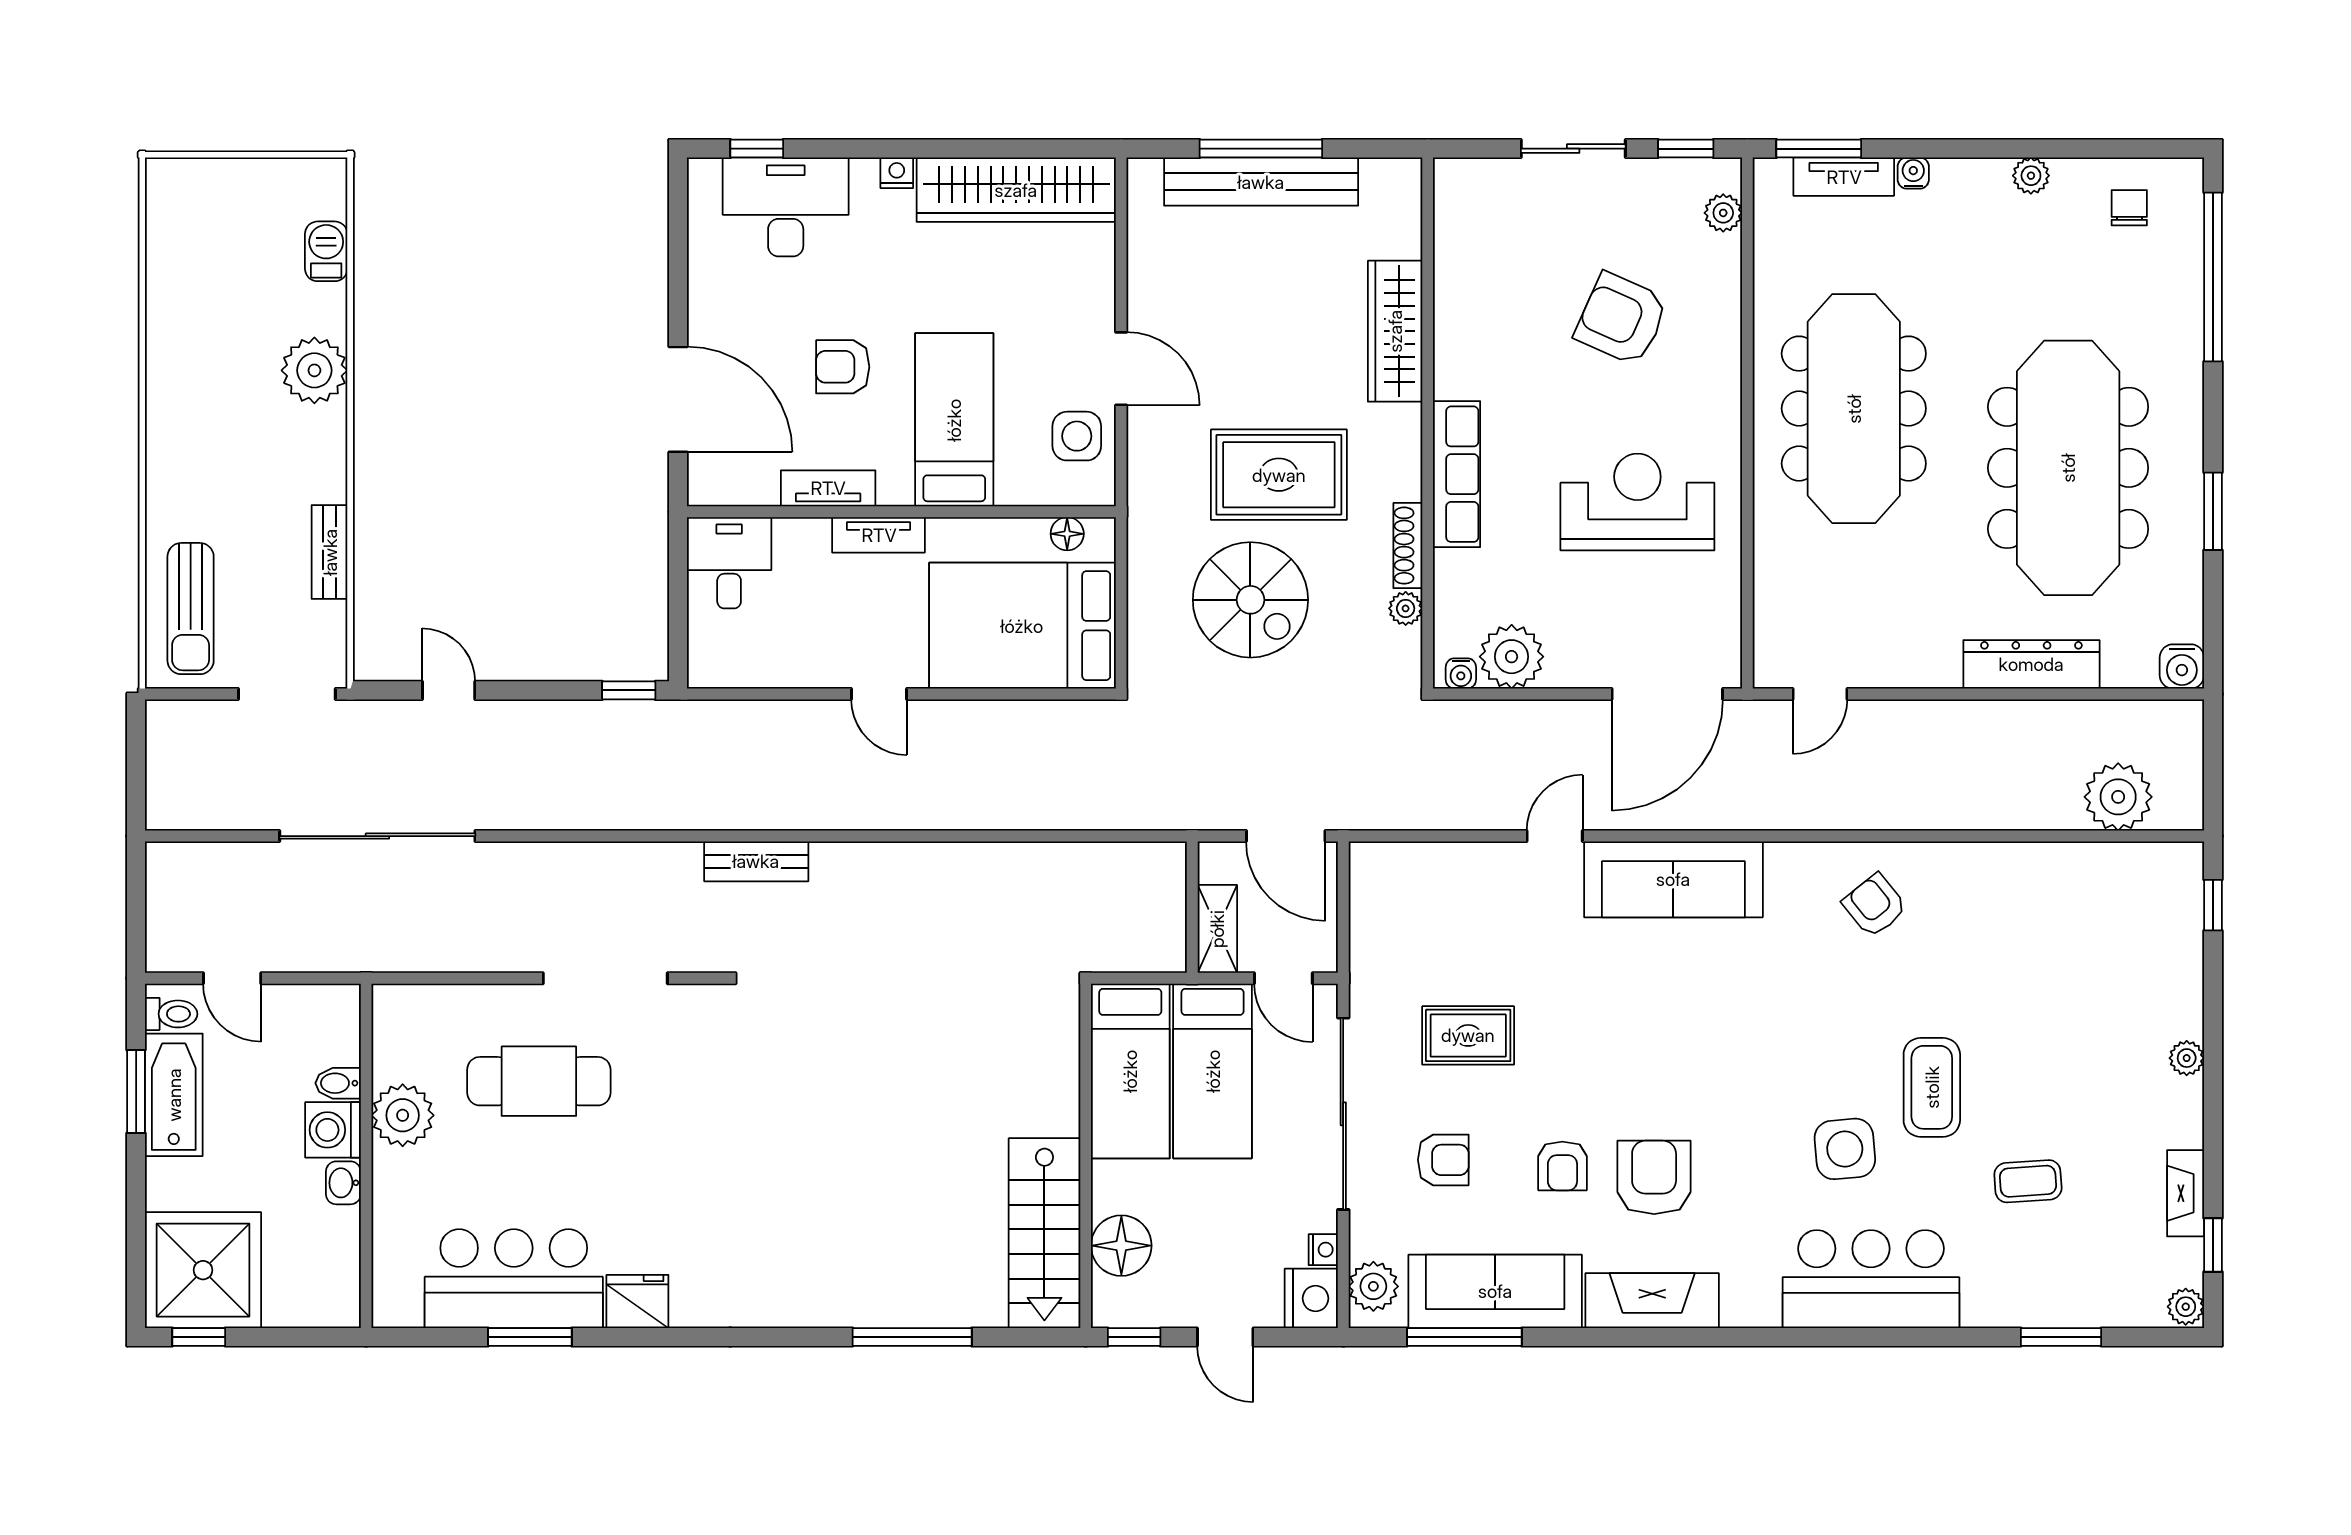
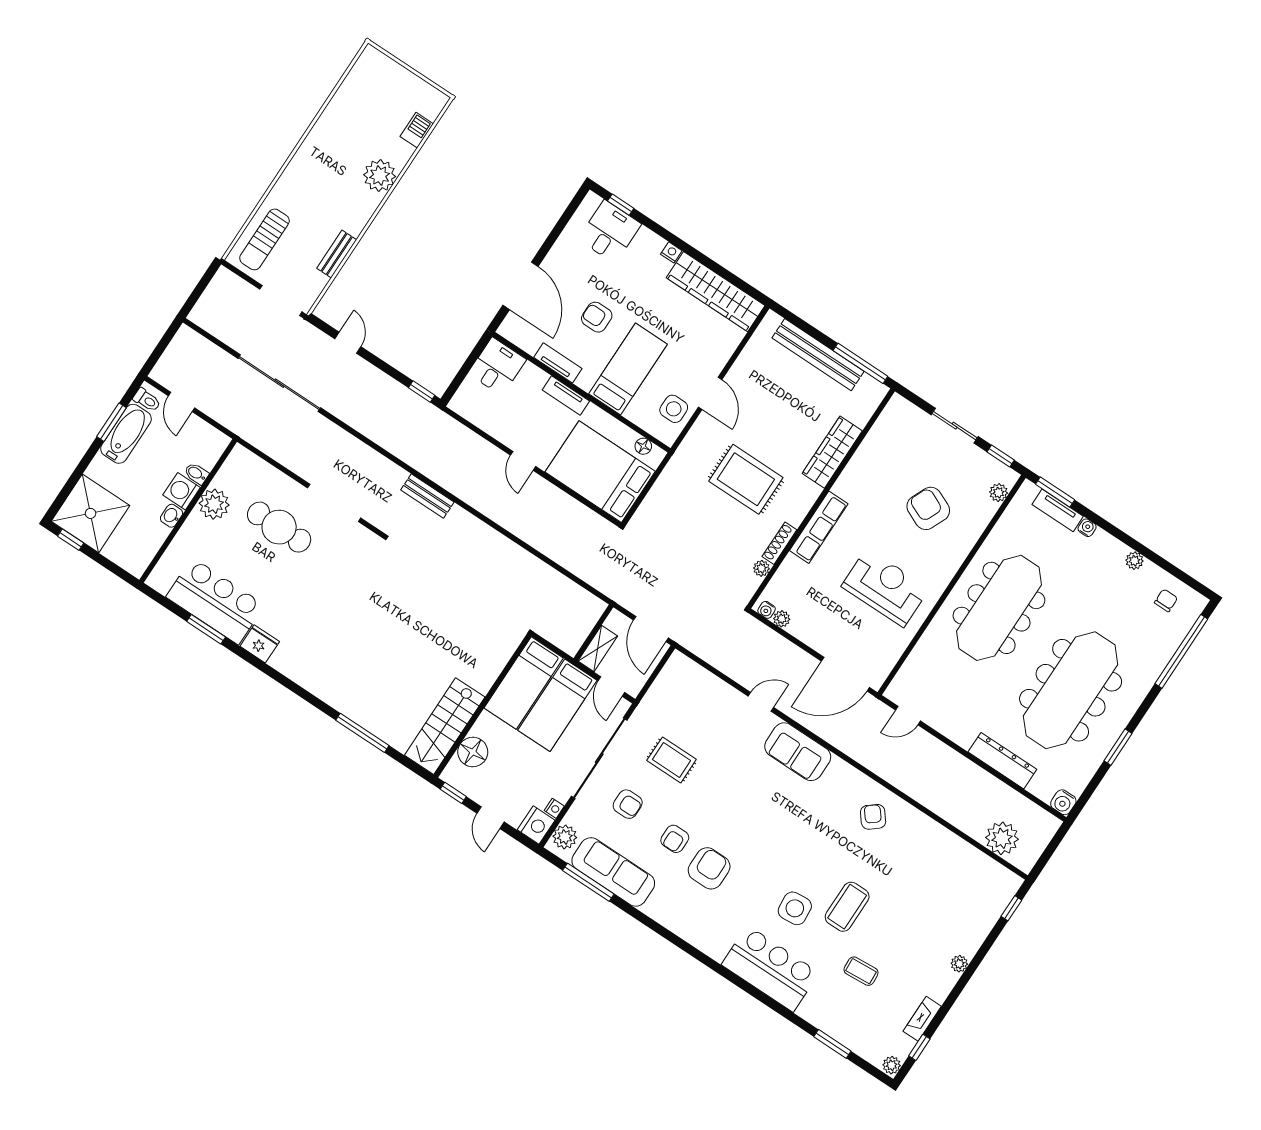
window: (1261, 149) -> (860, 363), moved
desk: (786, 207) -> (610, 232), width x0.73
spiral stairs: (1250, 600) -> (700, 523), removed
plant: (1512, 657) -> (782, 619), width x0.53, depth x0.53
sofa: (1673, 879) -> (798, 752), width x0.73
fireplace: (1652, 1301) -> (675, 918), removed

